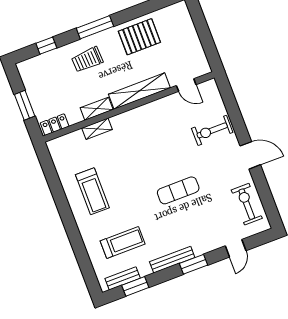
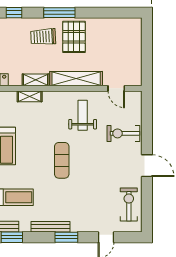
pallet: (139, 37) -> (74, 37), moved, turned 90
weight bench: (161, 127) -> (83, 115), added
exercise mat: (178, 190) -> (62, 160), moved, turned 90

